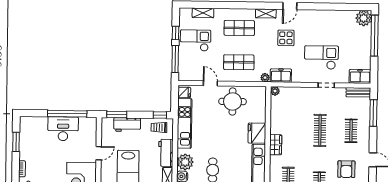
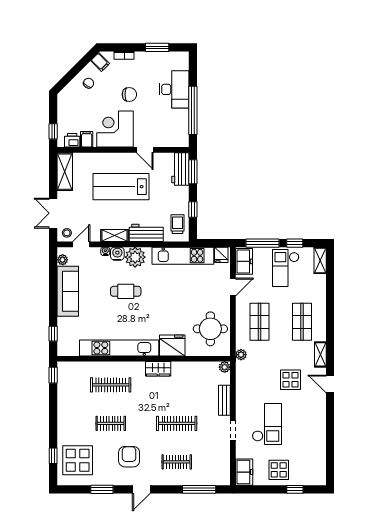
shelving: (203, 13) -> (320, 261), moved
plant: (364, 18) -> (316, 476), removed
window: (374, 36) -> (295, 489), width x0.32
checkout: (196, 40) -> (286, 268), turned 180
display table: (359, 48) -> (279, 470), added
freezer: (281, 75) -> (244, 261), moved
bench: (358, 92) -> (224, 400), moved
round table: (233, 102) -> (210, 329), moved
window: (160, 115) -> (193, 209), moved
workbench: (127, 125) -> (180, 169), moved
desk: (63, 129) -> (174, 89), moved
chair: (54, 165) -> (129, 94), added
armchair: (346, 169) -> (129, 457), turned 90

